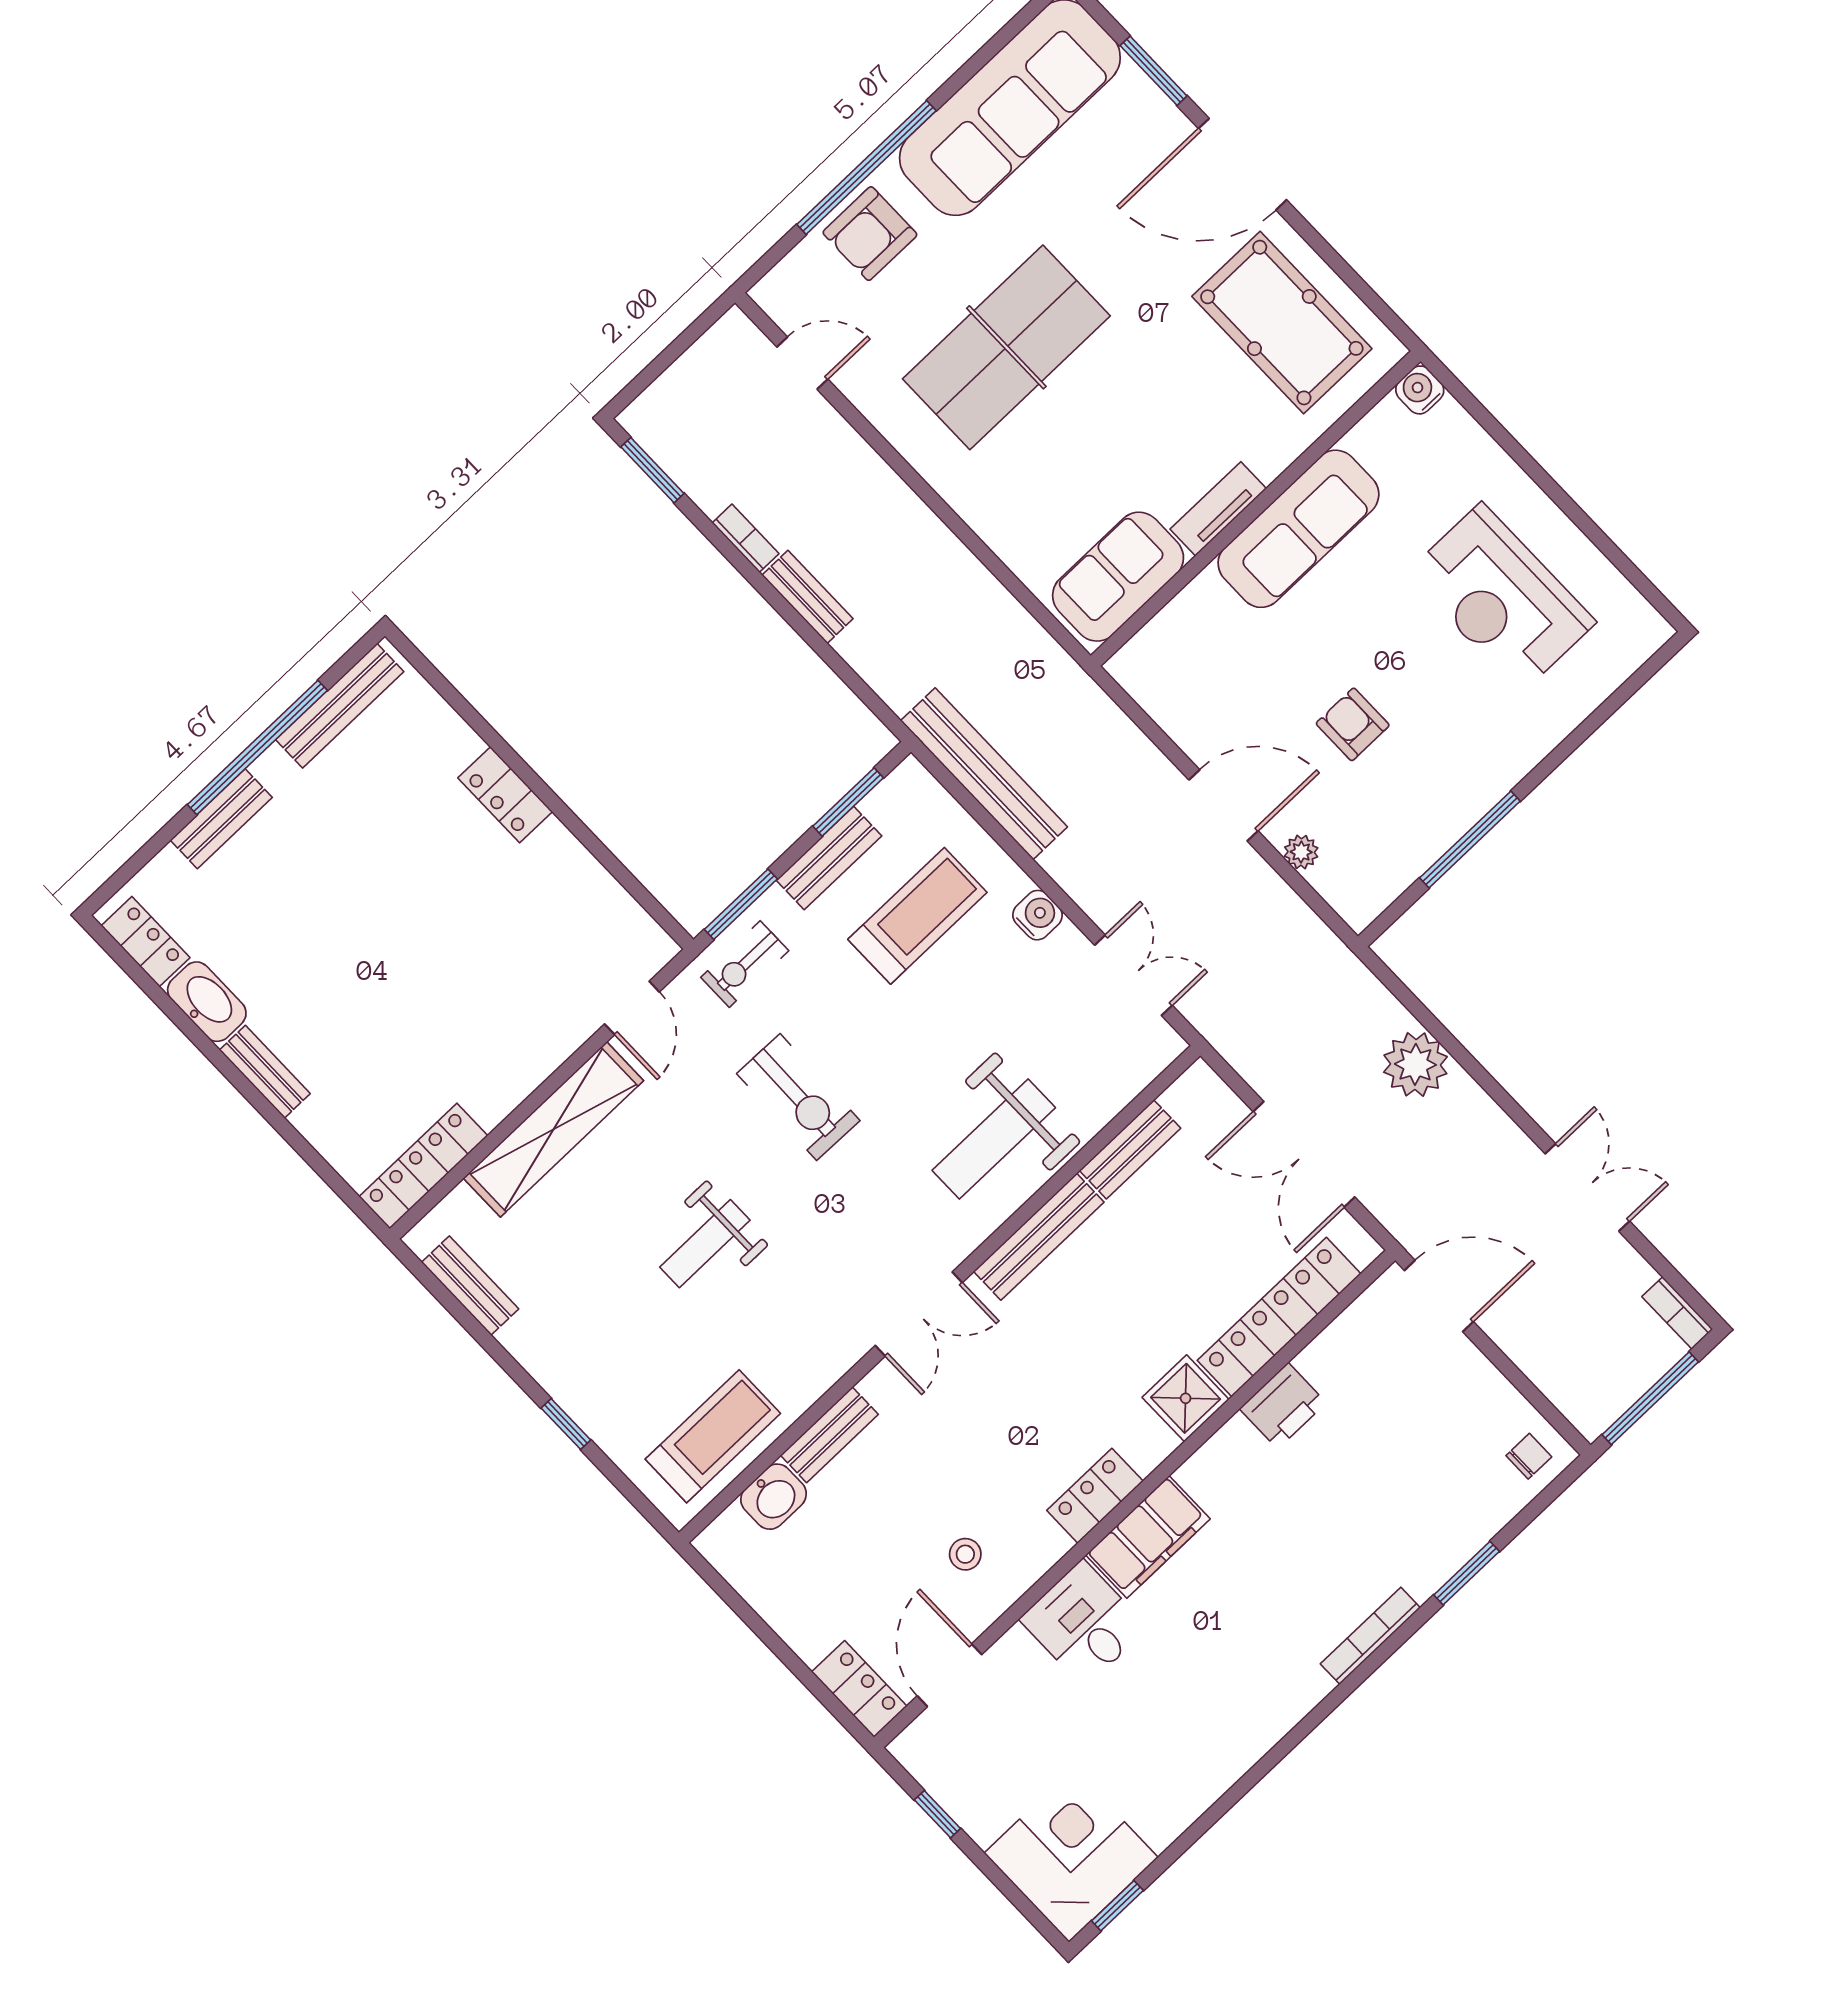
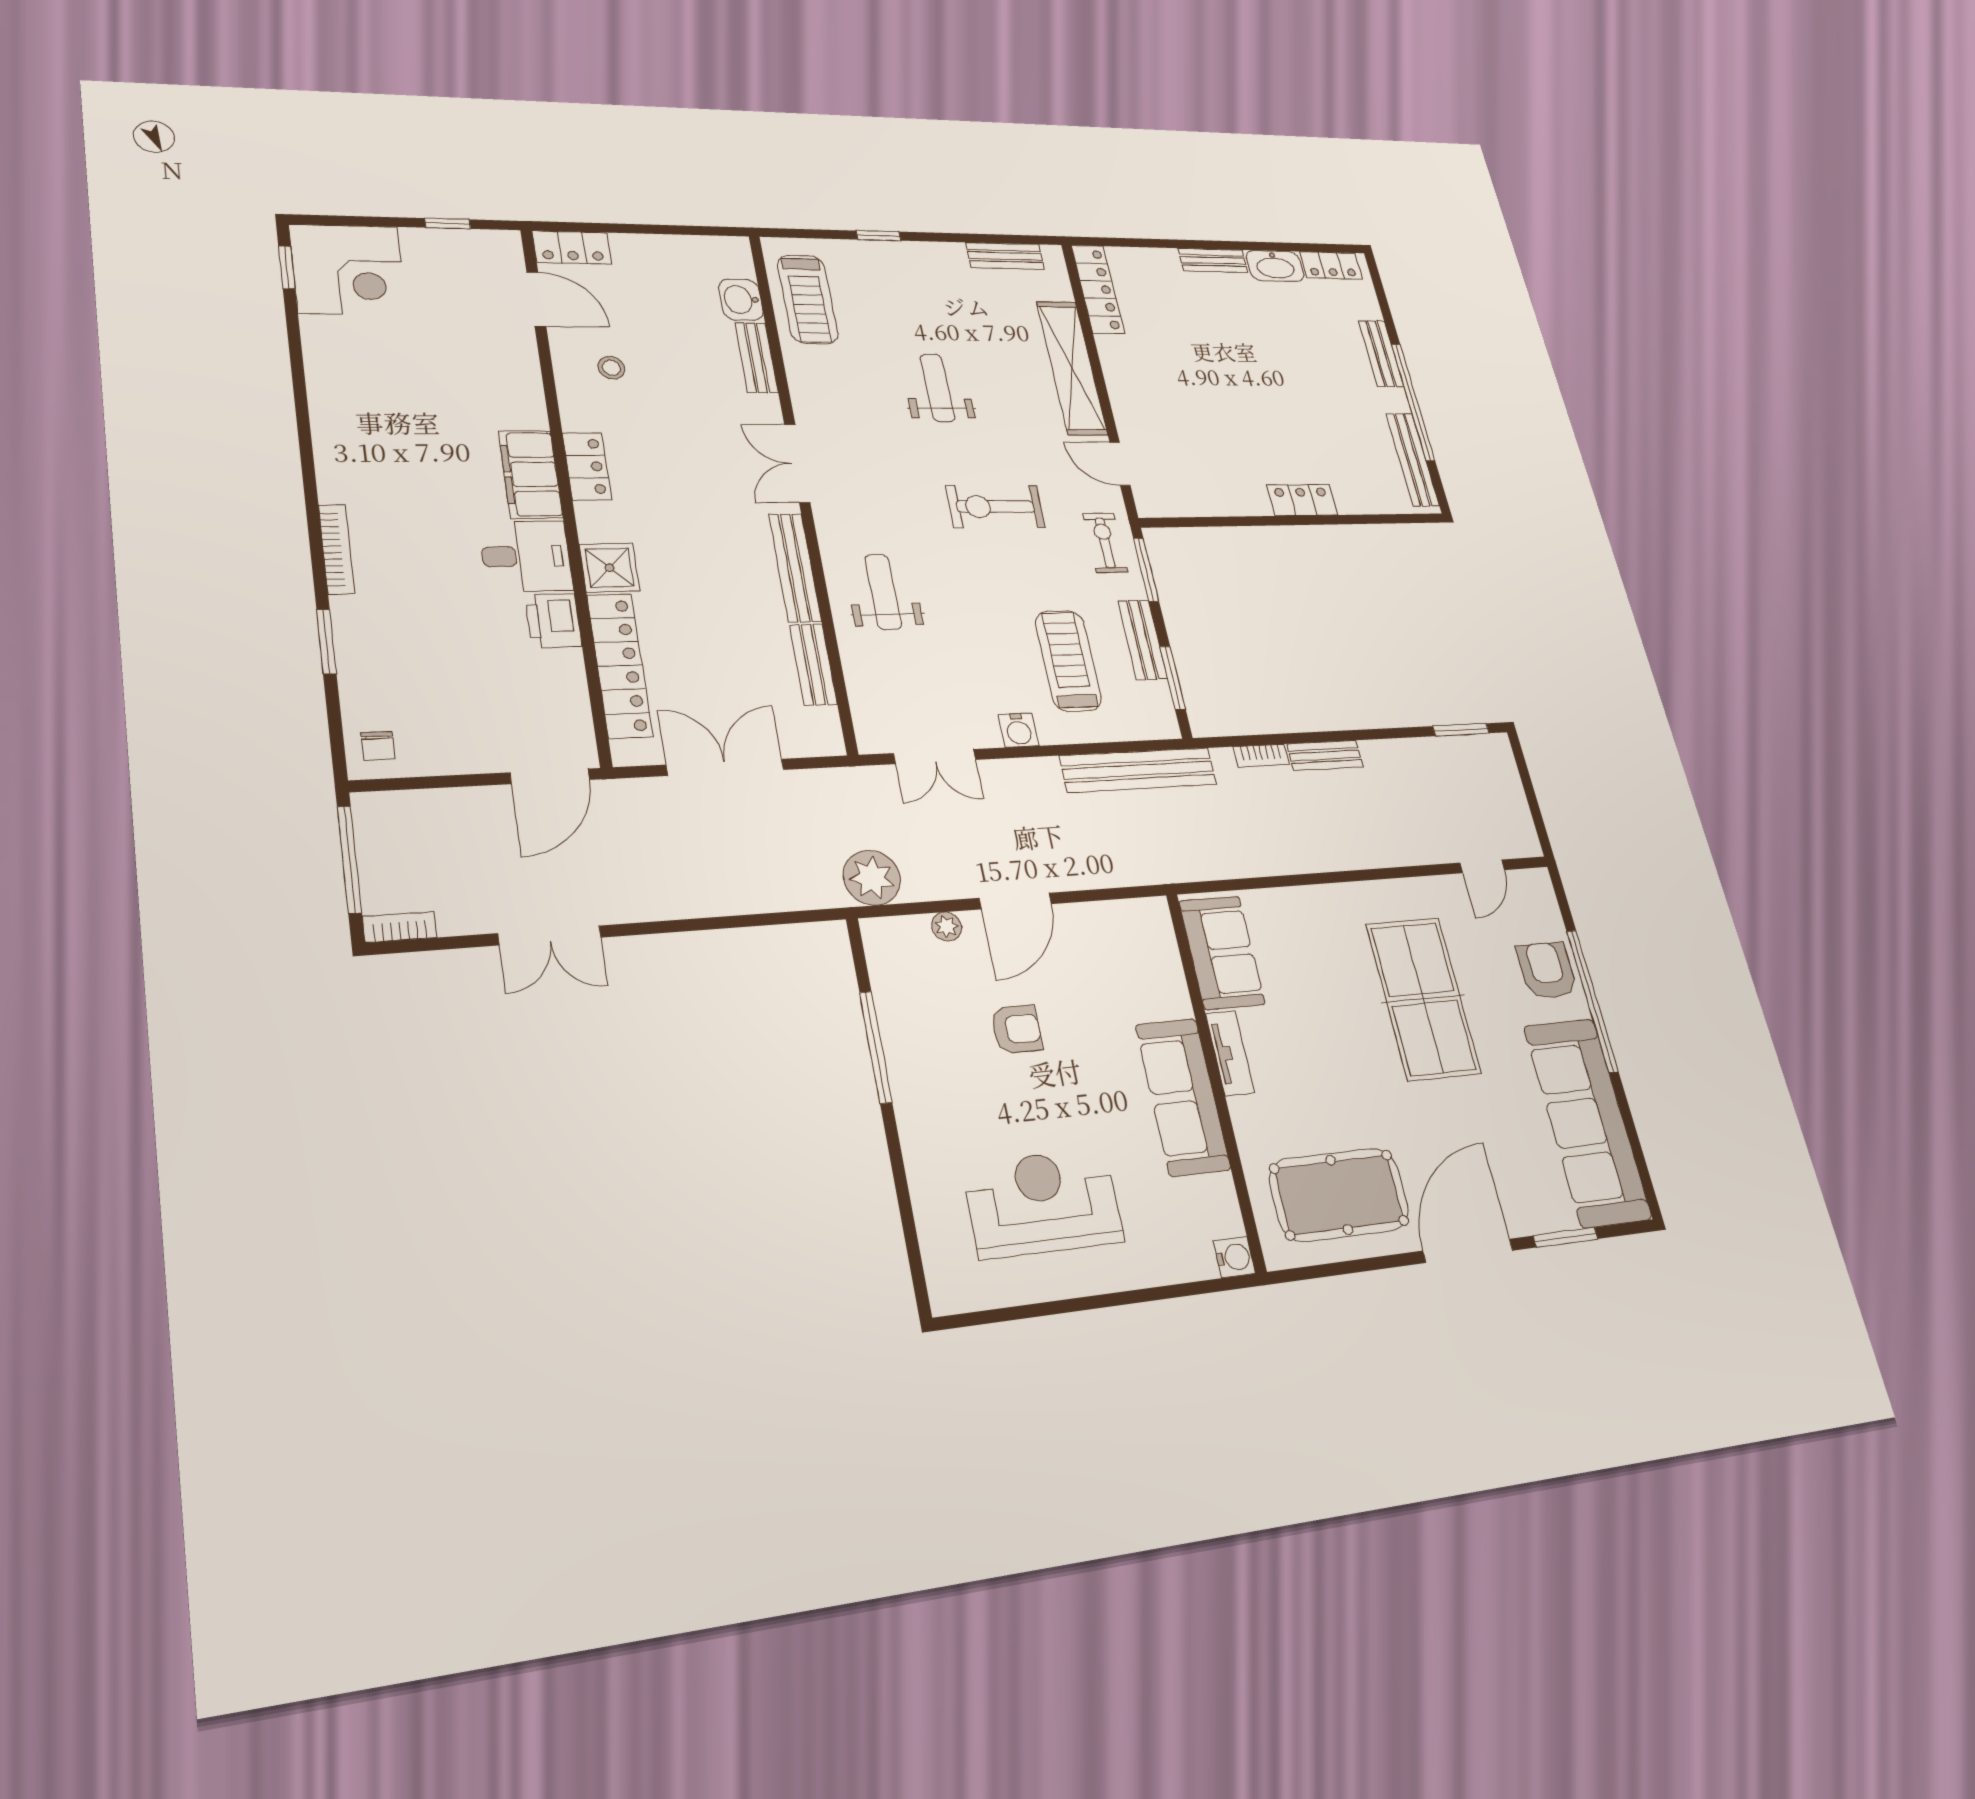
bookcase: (746, 538) -> (1261, 756), moved
treadmill: (917, 916) -> (1068, 661), turned 180
plant: (1415, 1064) -> (872, 878), moved
weight bench: (994, 1139) -> (883, 592), width x0.73, depth x0.75
desk: (1084, 1623) -> (526, 556), moved

